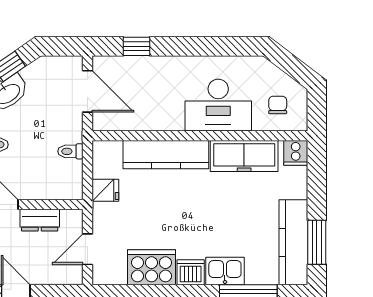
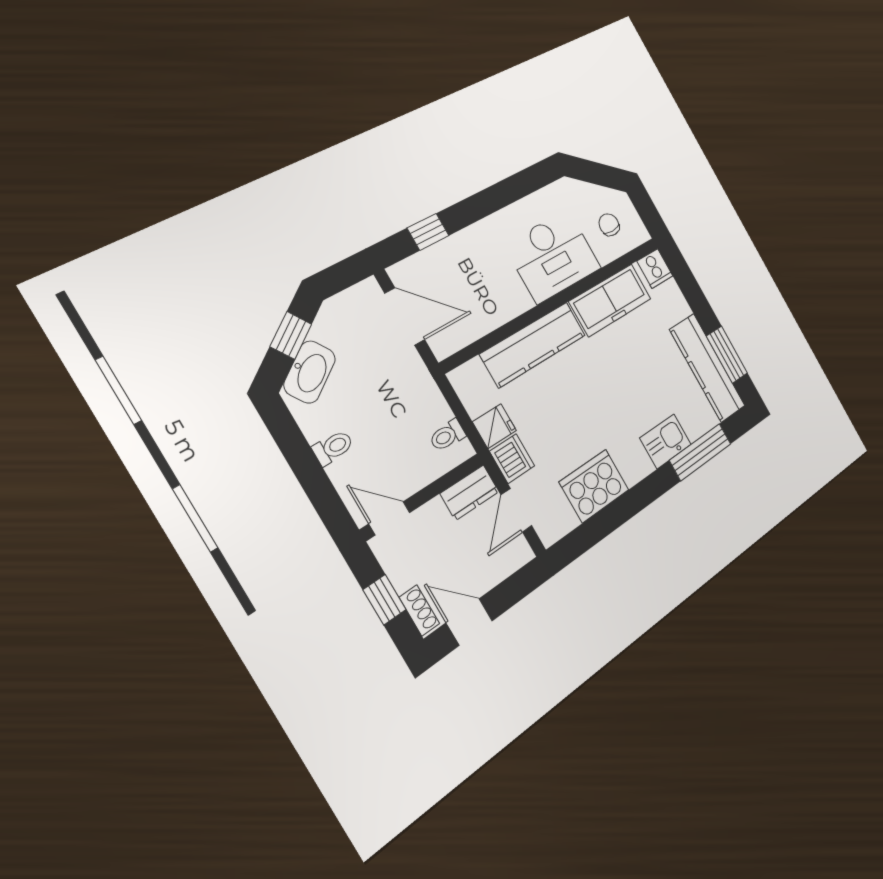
toilet: (70, 151) -> (447, 435), moved
dresser: (40, 220) -> (470, 493), moved
dishwasher: (191, 272) -> (512, 459), moved, turned 90

